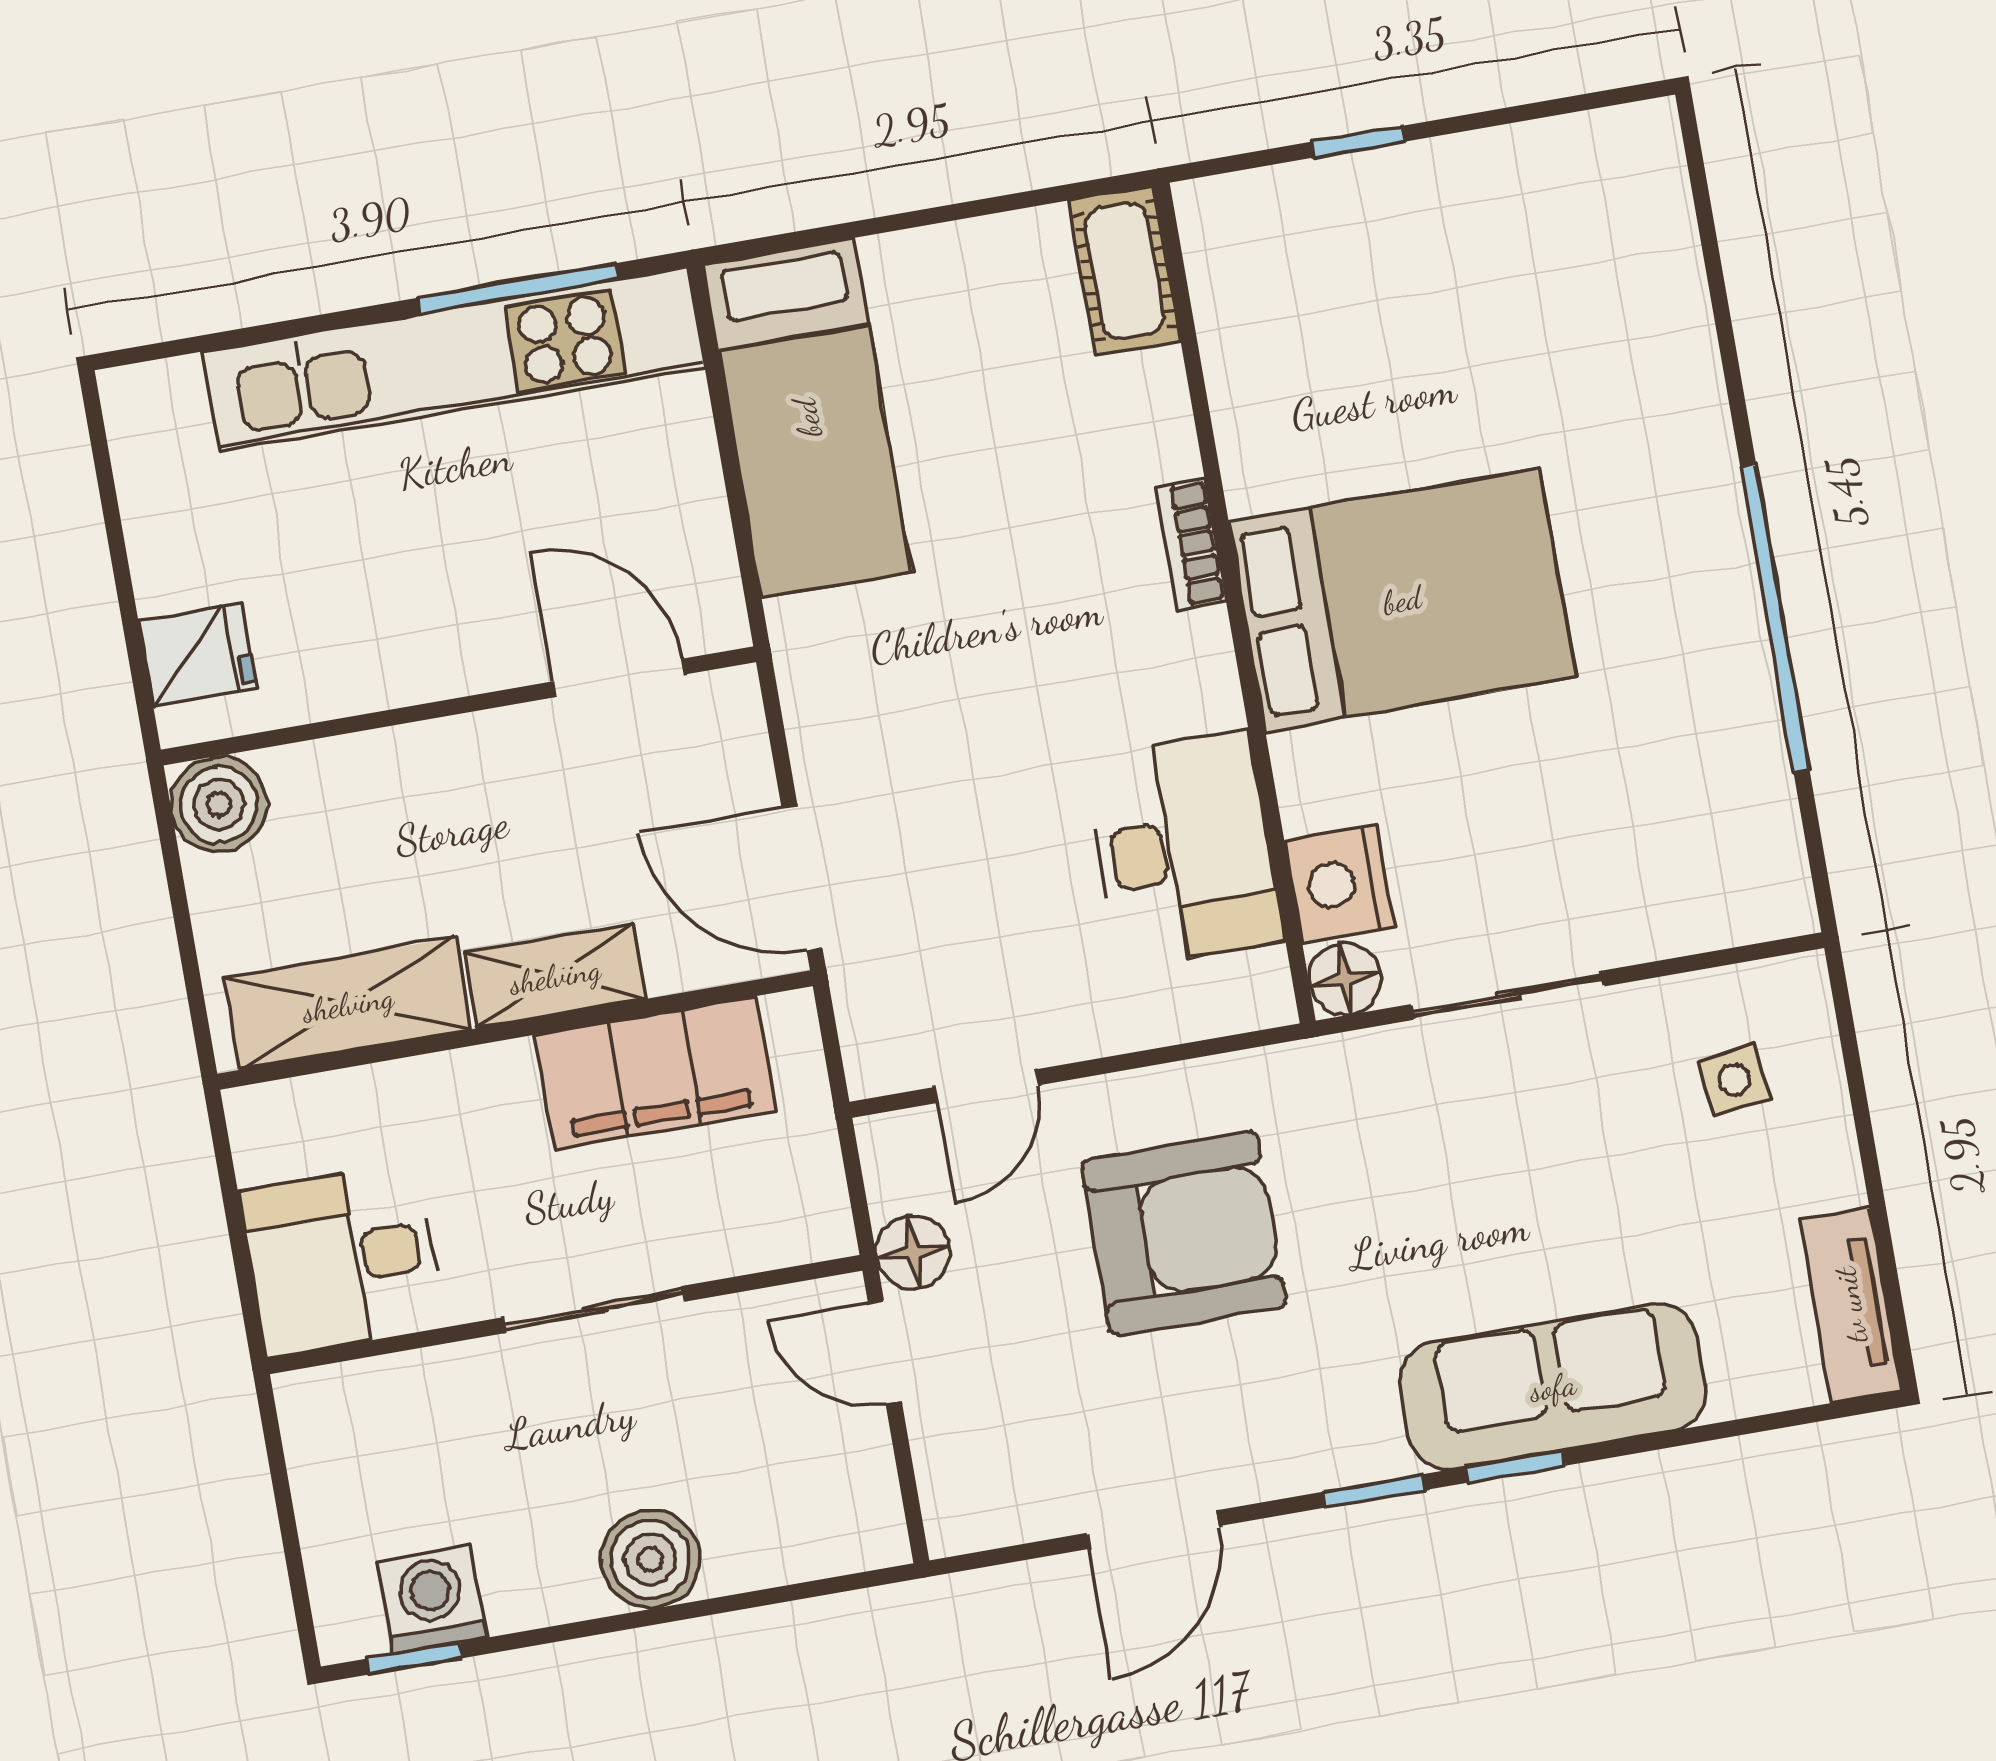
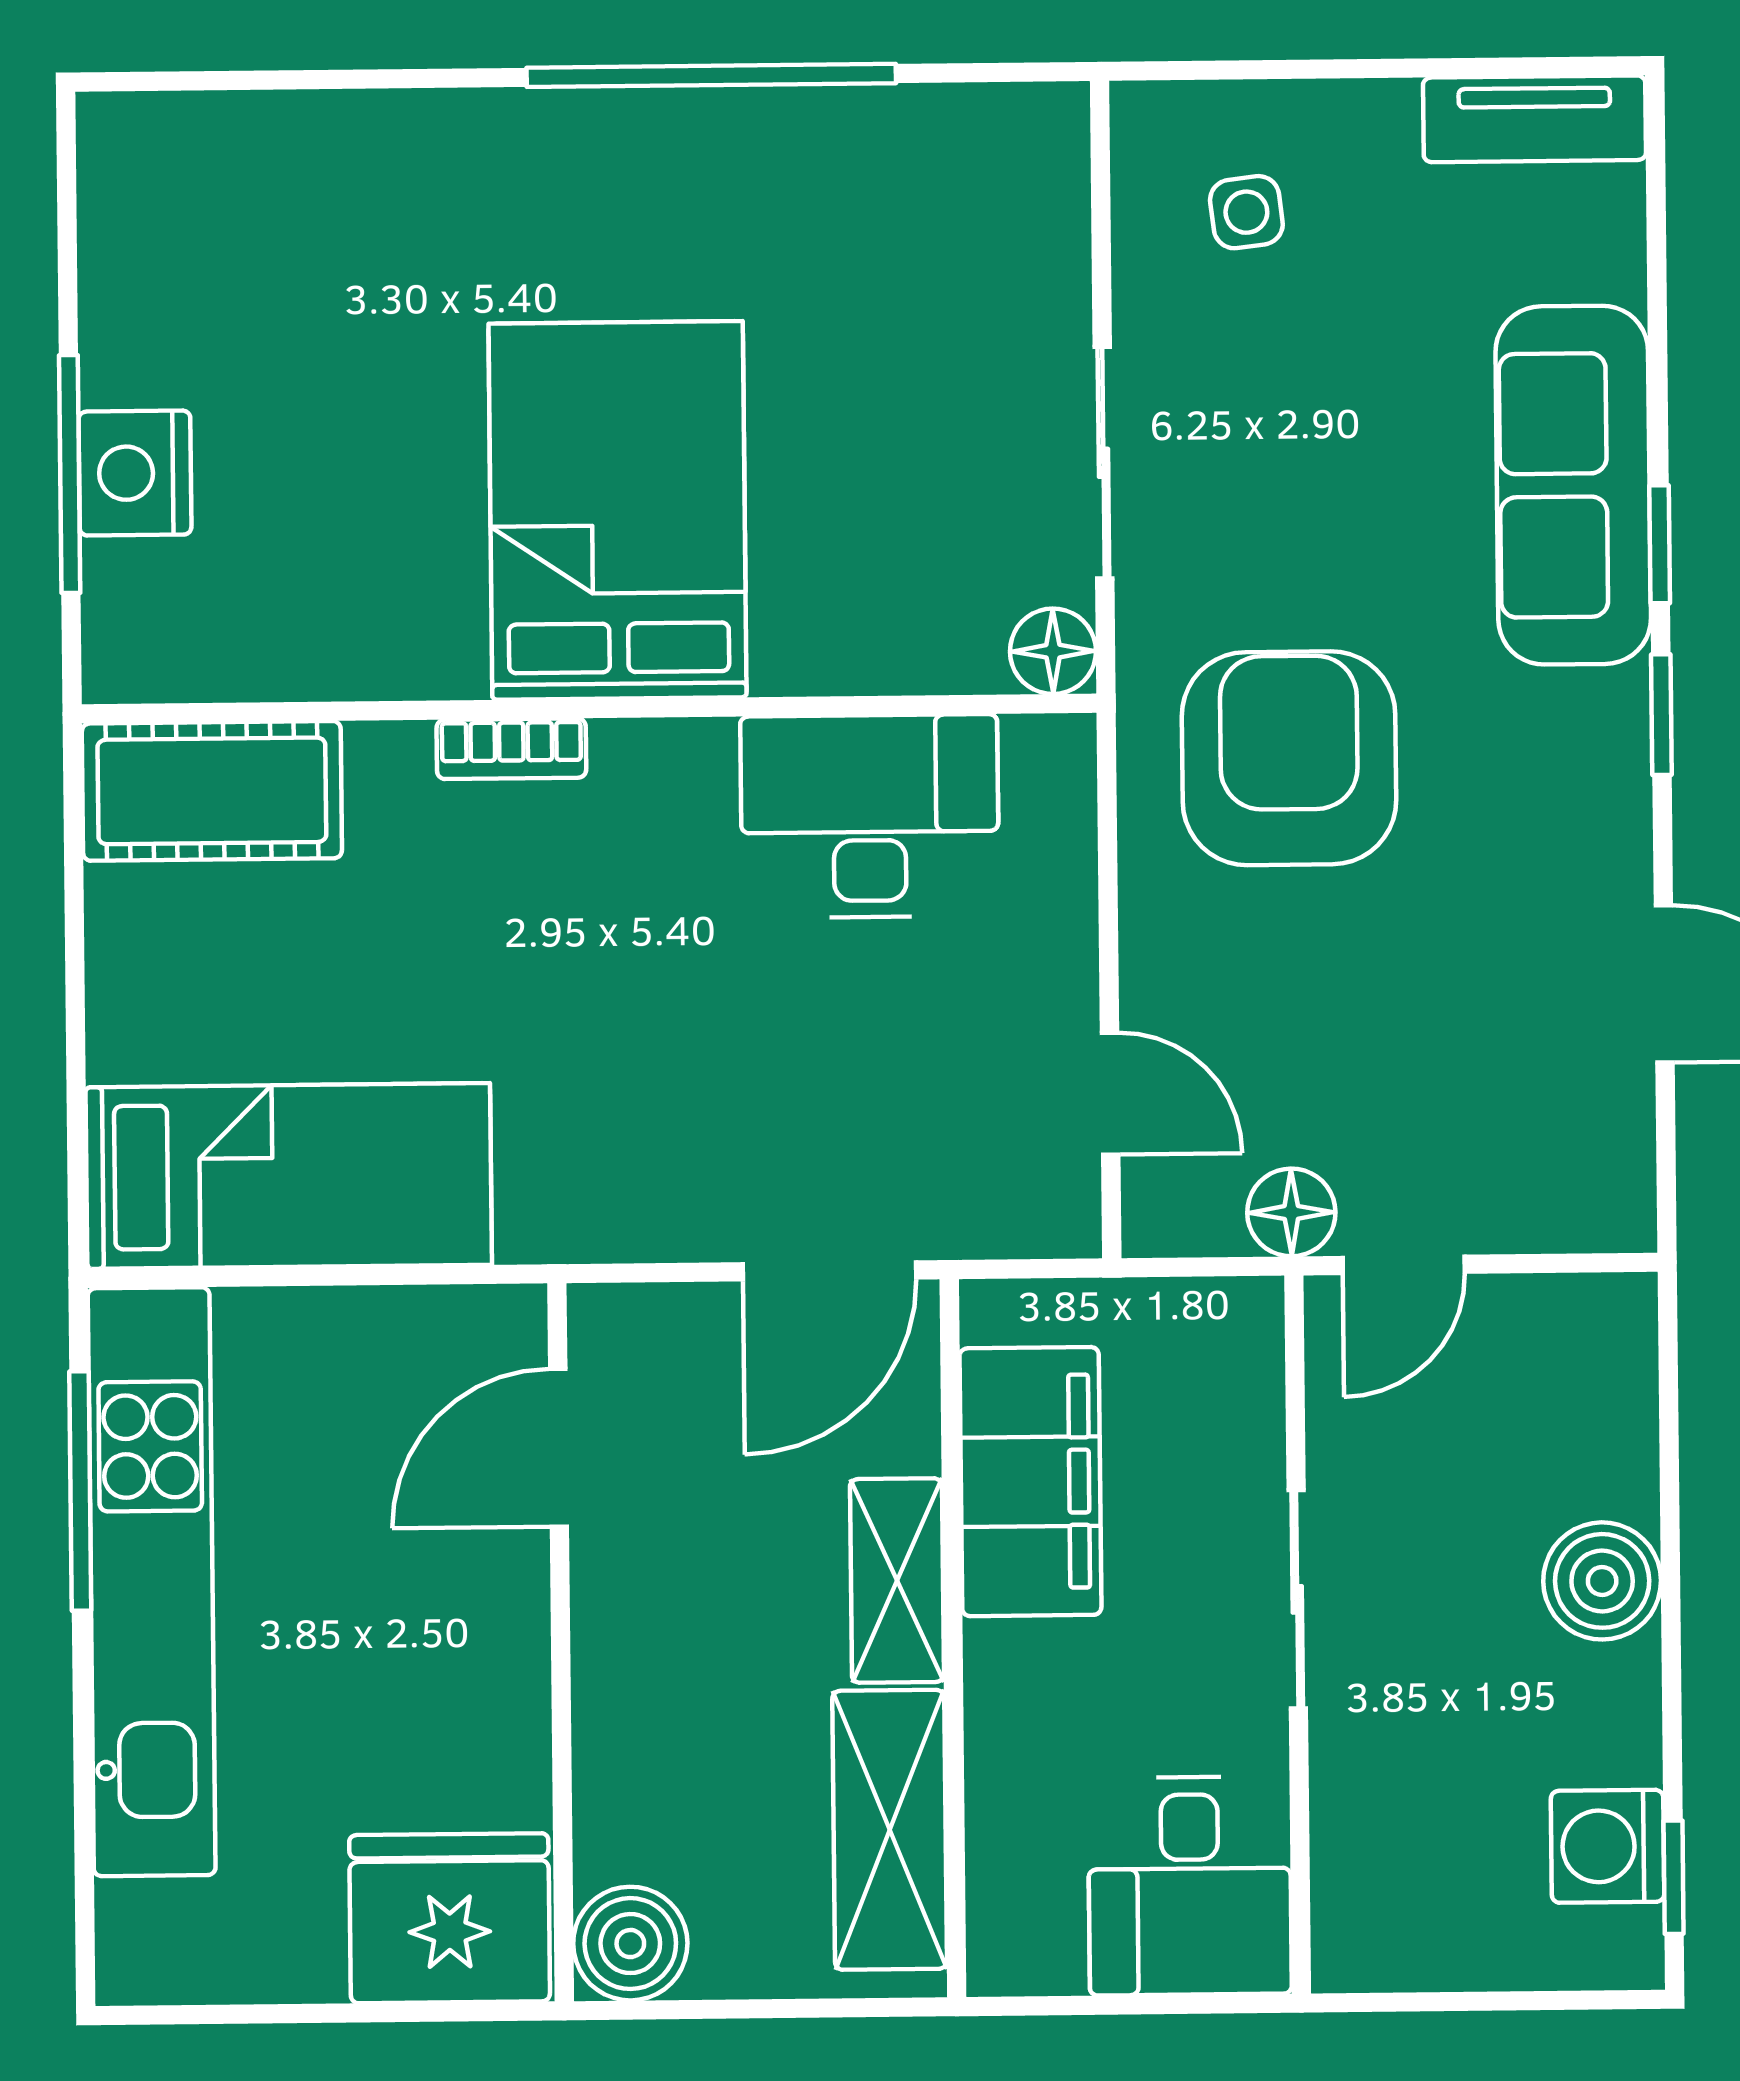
window: (1358, 142) -> (70, 474), width x2.17
cot: (1125, 271) -> (212, 791), width x1.37, depth x1.34
fridge: (198, 655) -> (450, 1918), width x1.88, depth x1.34
nightstand: (1339, 884) -> (135, 473), moved, turned 90
armchair: (1184, 1234) -> (1289, 758), moved

